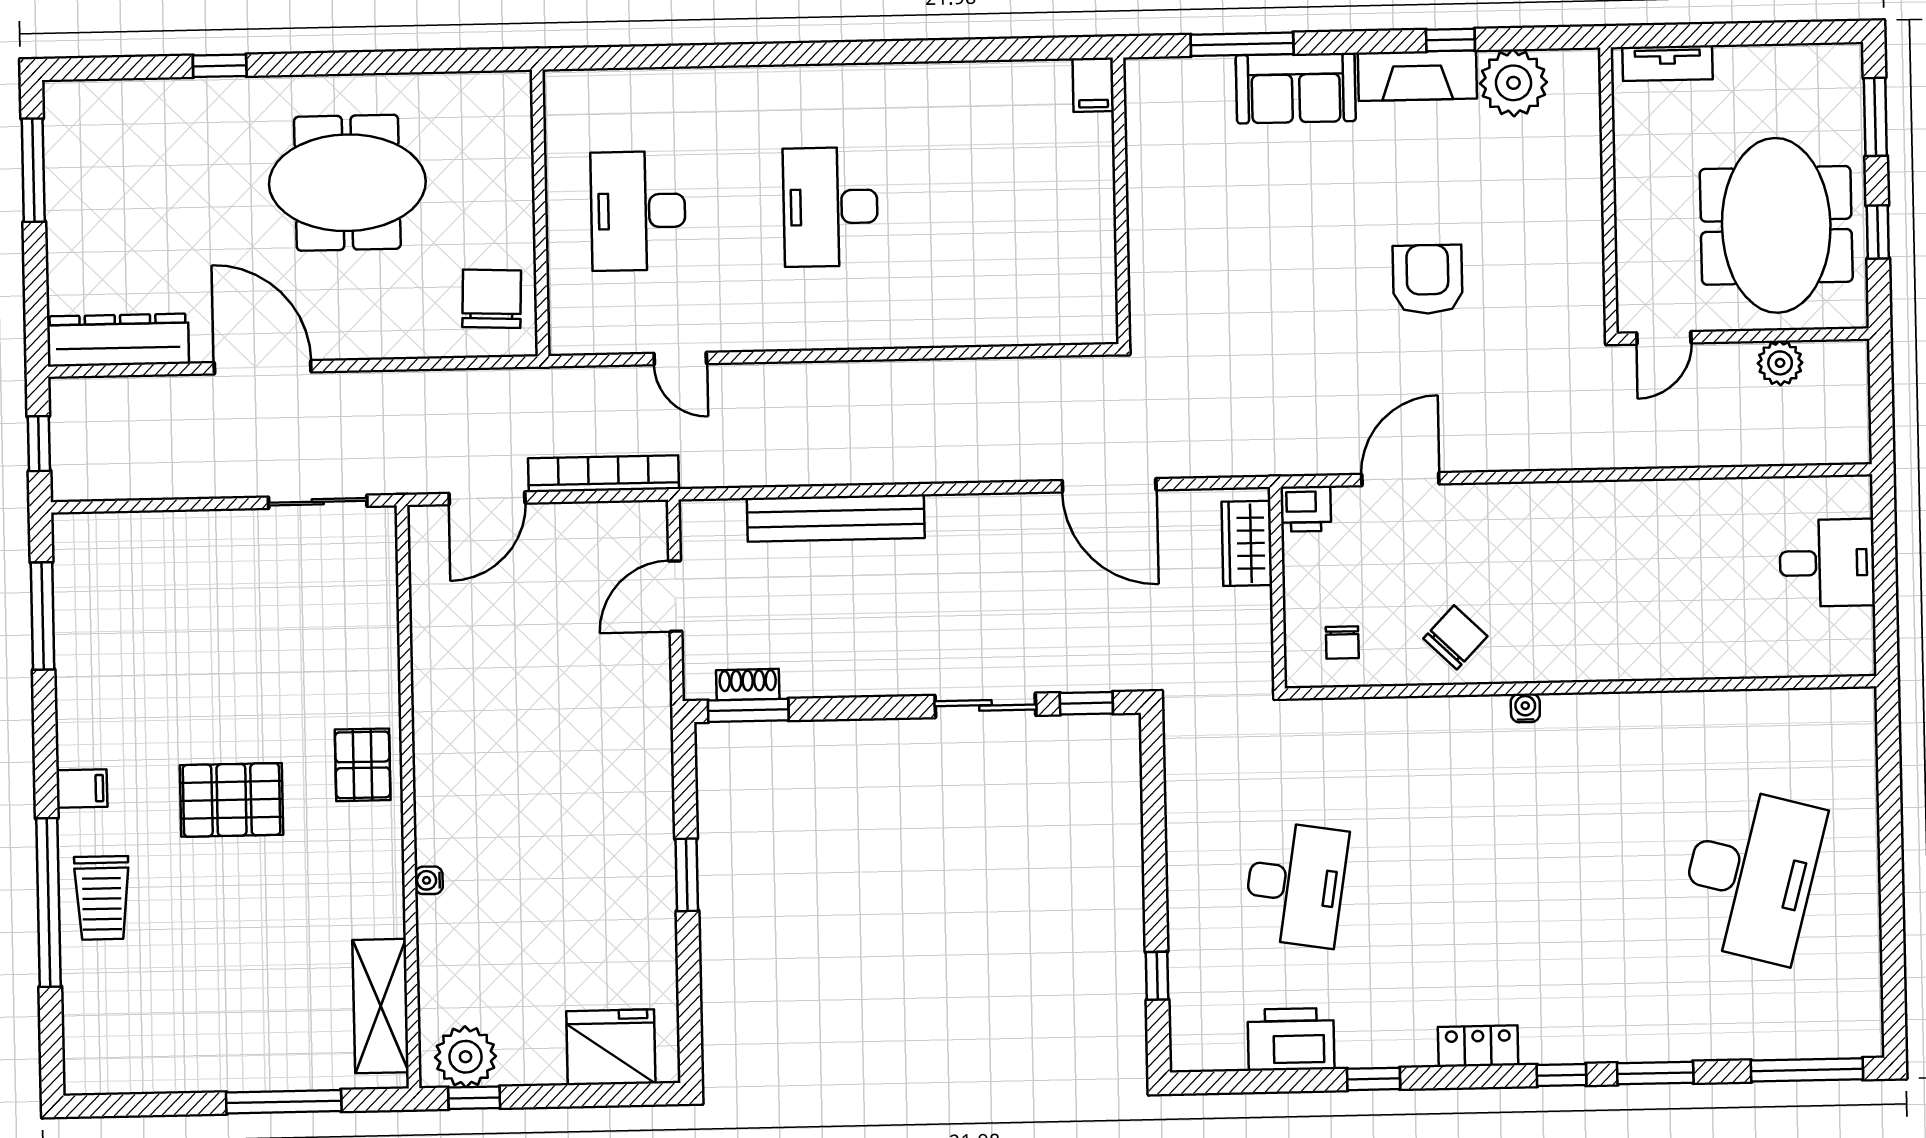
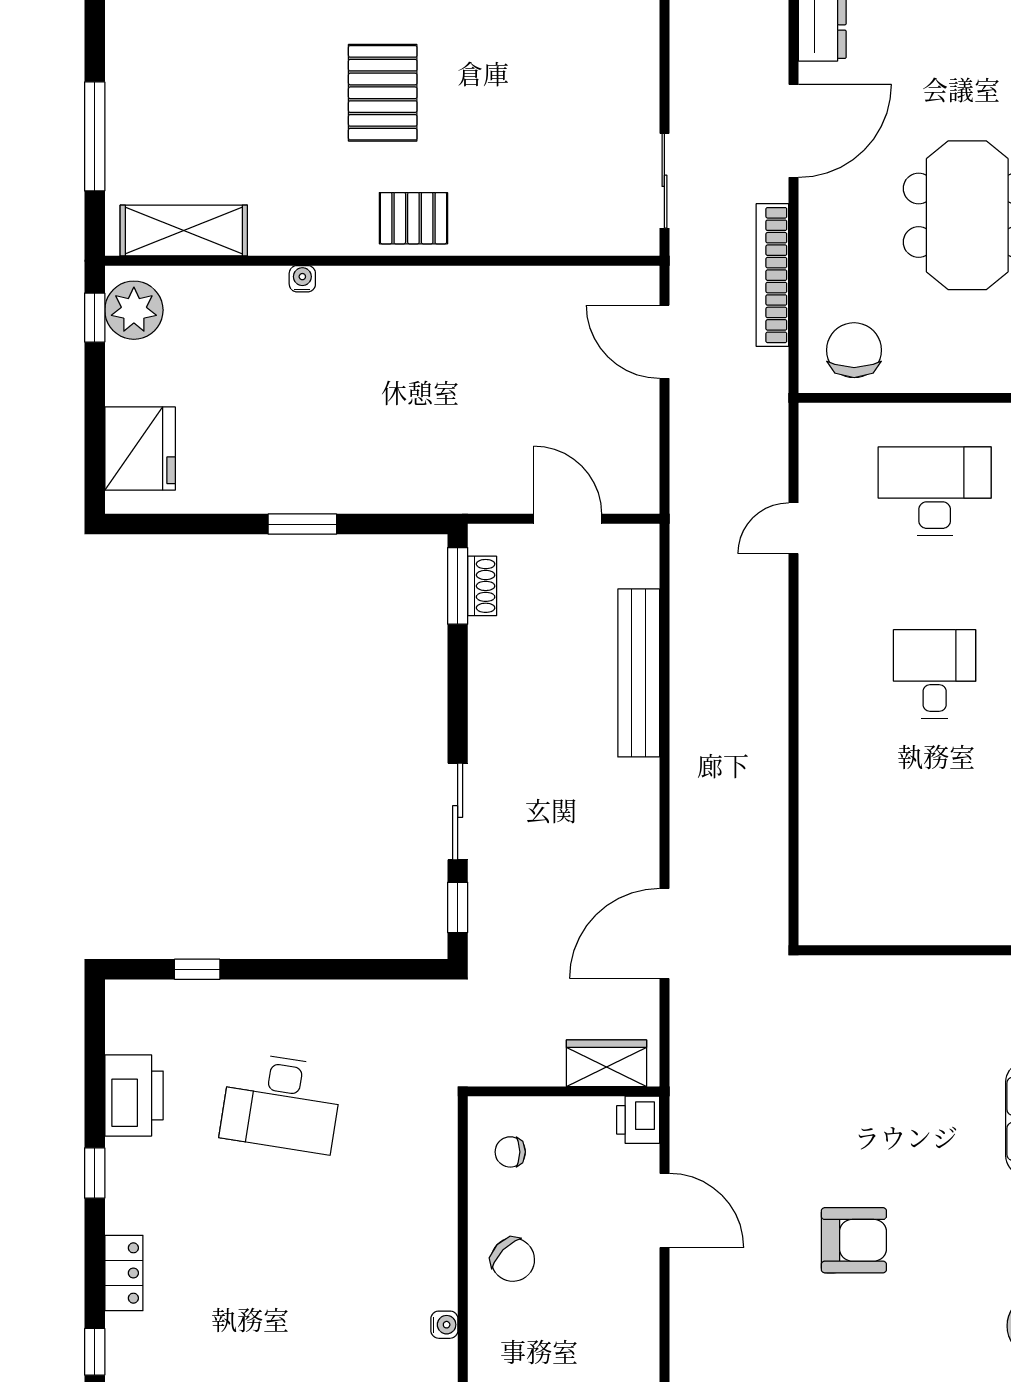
desk: (830, 207) -> (935, 674), width x0.73
chair: (492, 299) -> (854, 350), turned -92
bookcase: (603, 474) -> (772, 275), moved, turned 180

